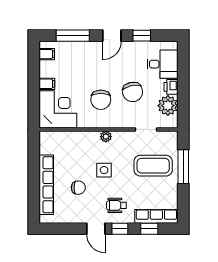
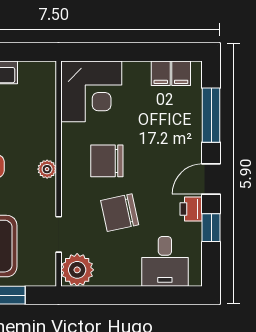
door: (112, 36) -> (211, 179), hinge flipped
filing cabinet: (47, 84) -> (161, 73), moved
printer: (171, 87) -> (191, 209), moved, turned -90
plant: (168, 106) -> (77, 270), moved

